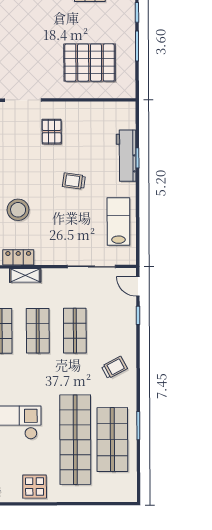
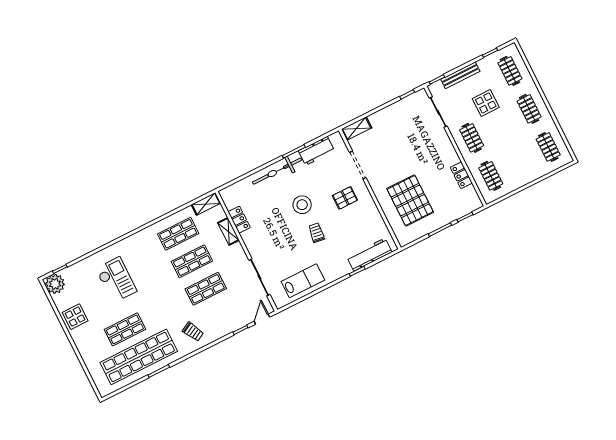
workbench: (126, 156) -> (369, 255), moved
stool: (18, 210) -> (302, 205), moved
shop shelf: (75, 440) -> (125, 329), width x0.50, depth x0.74
shop shelf: (112, 440) -> (139, 357), width x1.40

